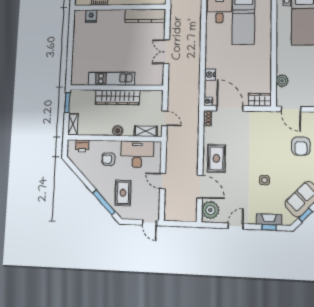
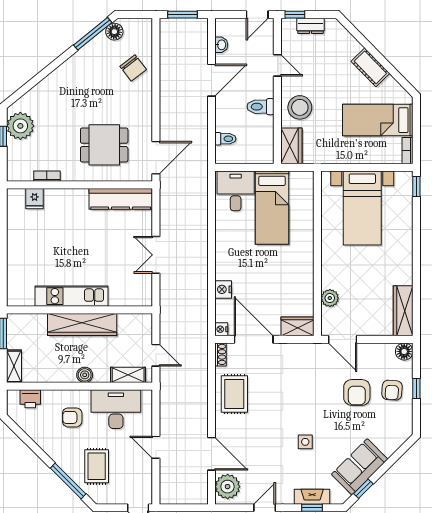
rug: (216, 158) -> (234, 394), moved

